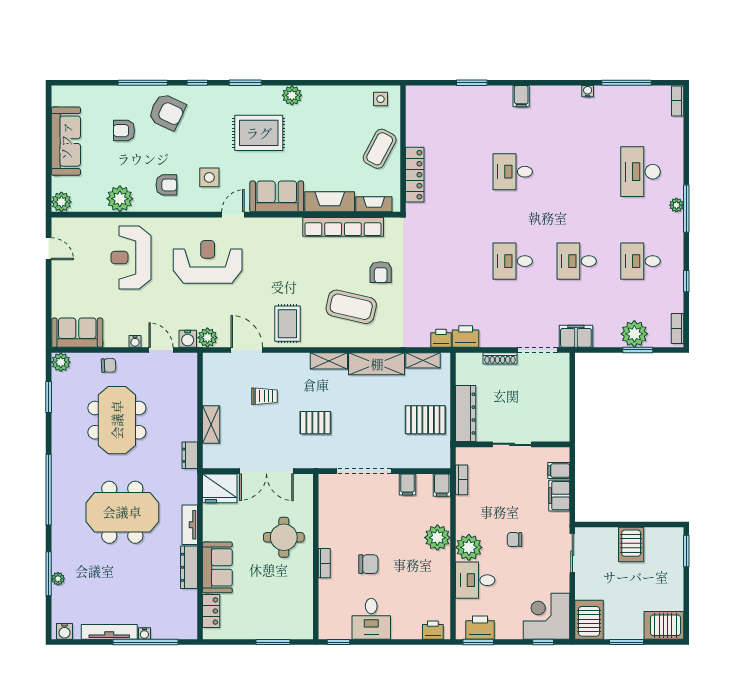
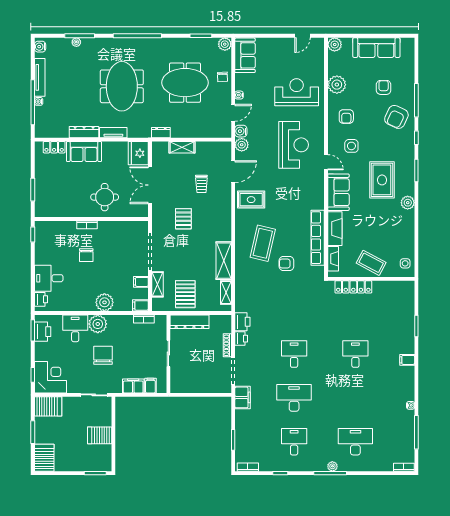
desk: (577, 261) -> (294, 398), width x1.37
plant: (634, 334) -> (244, 437), removed
printer: (441, 338) -> (241, 339), moved
shelving: (329, 361) -> (158, 284), moved
chair: (515, 540) -> (103, 355), width x1.87, depth x1.87
desk: (371, 619) -> (49, 278), moved

